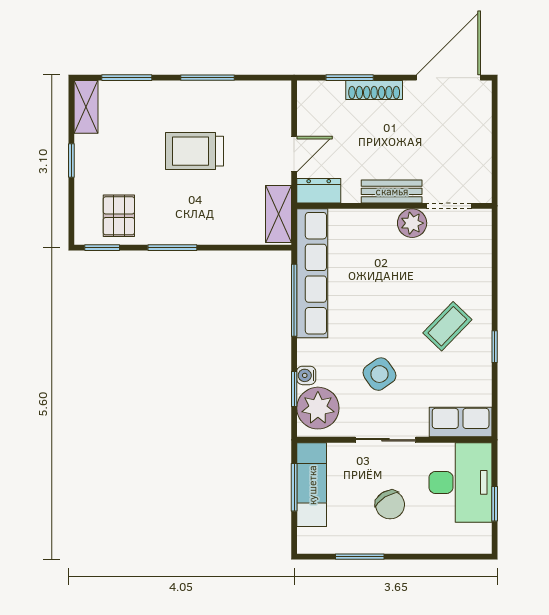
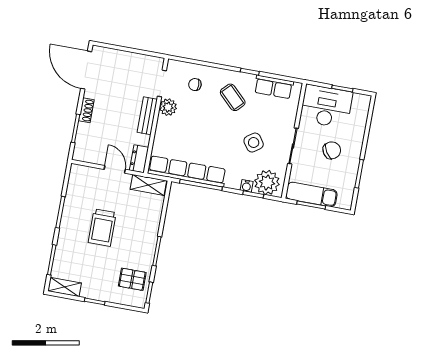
shoe rack: (374, 90) -> (86, 110), width x0.70
chair: (457, 260) -> (195, 85), added
row of seats: (461, 422) -> (274, 87), moved, turned -90

